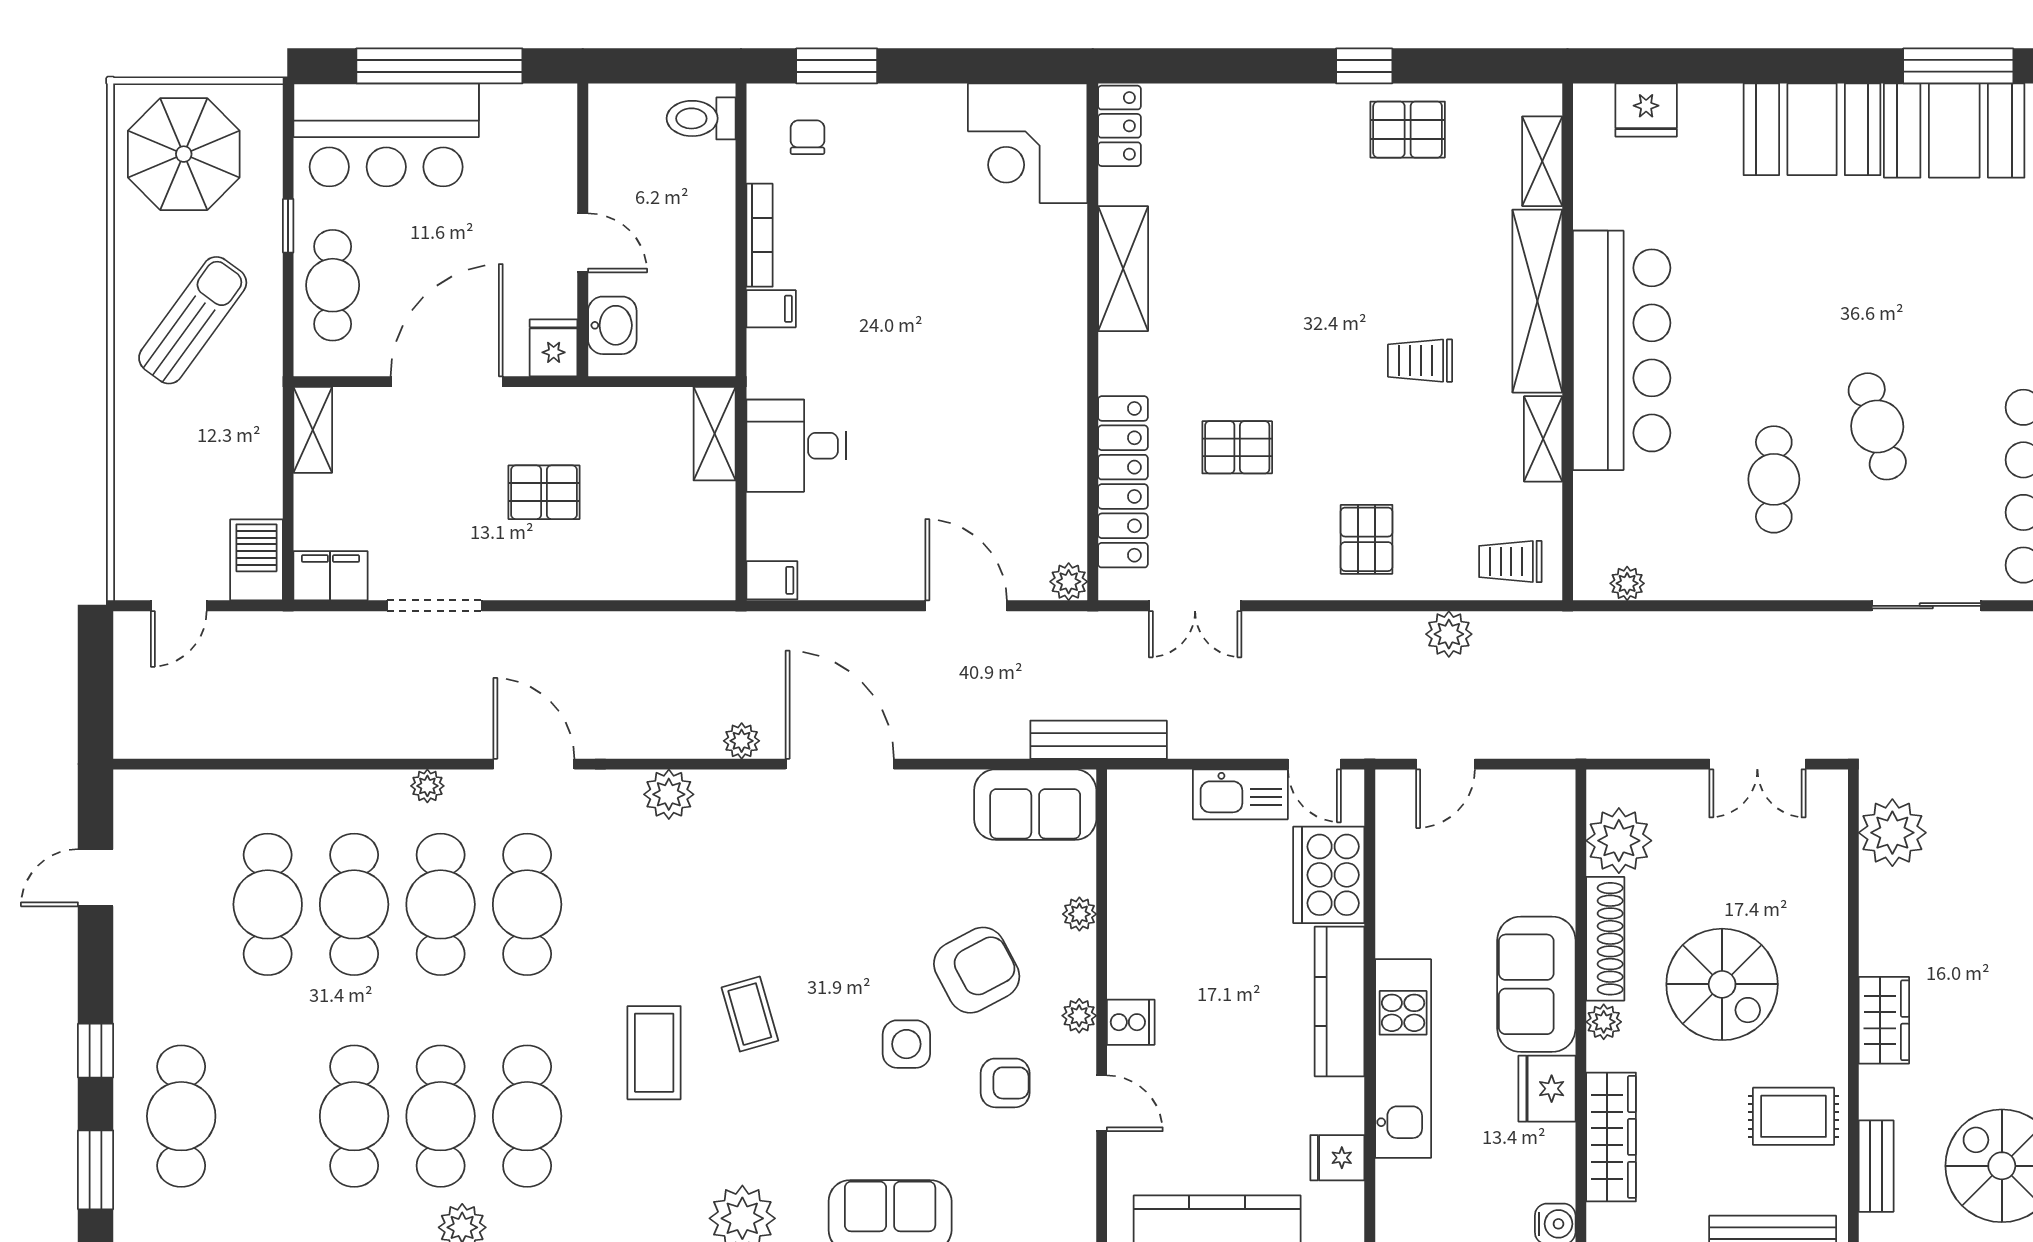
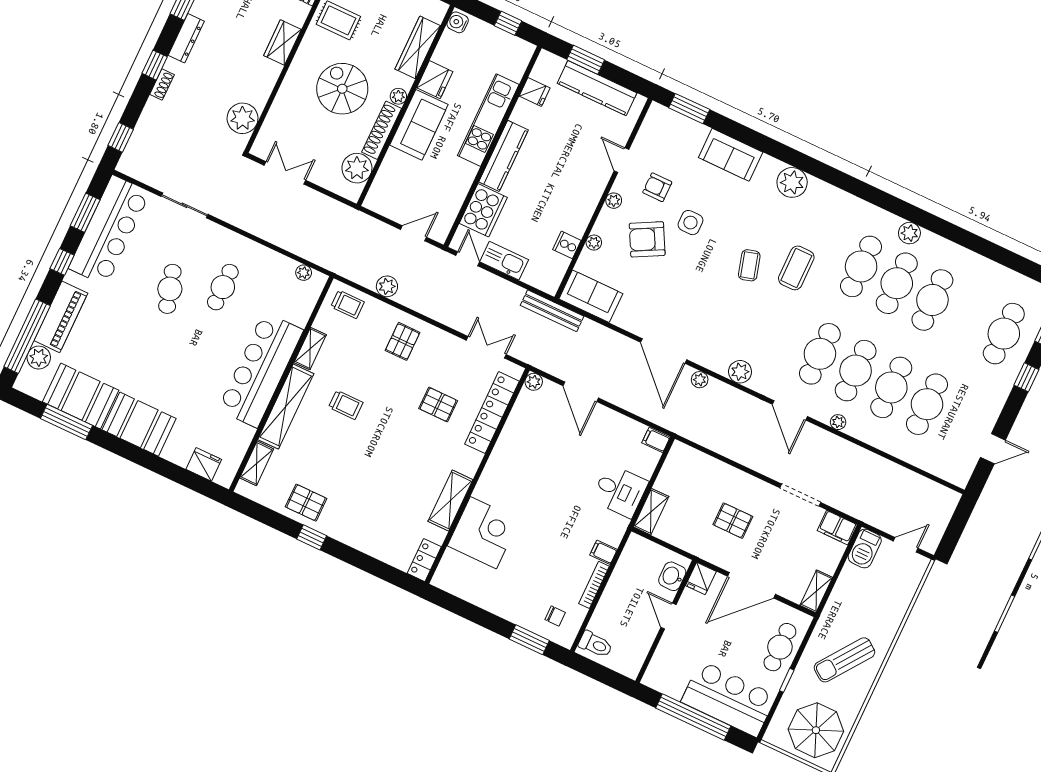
chair: (807, 137) -> (555, 616), turned -90
corner desk: (1028, 143) -> (483, 533), moved
cooker: (1131, 1022) -> (567, 245), moved

